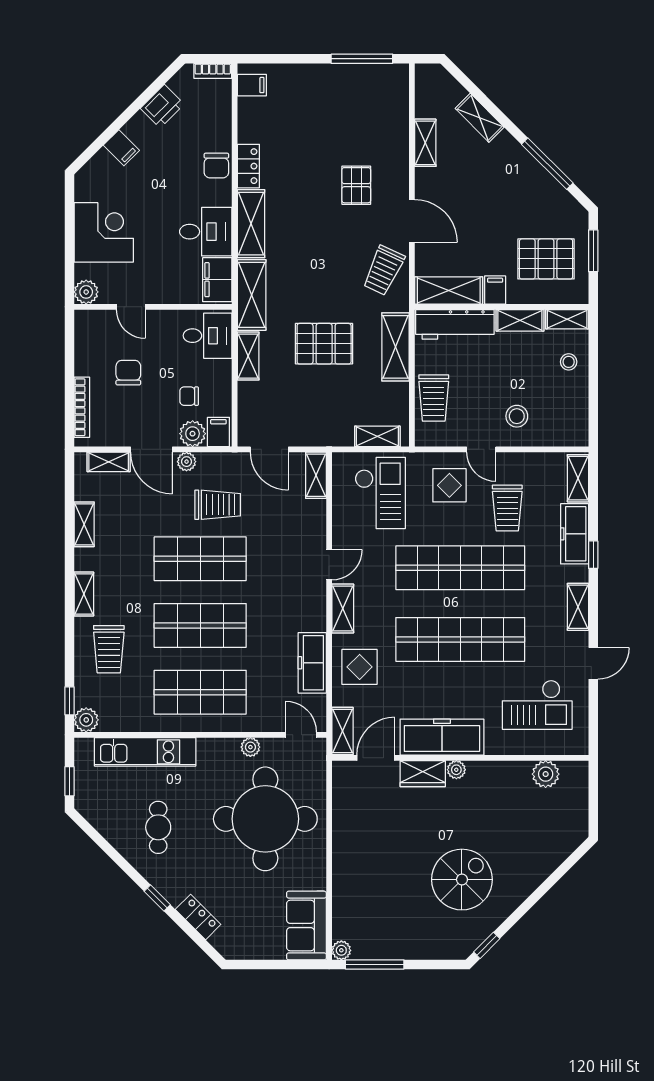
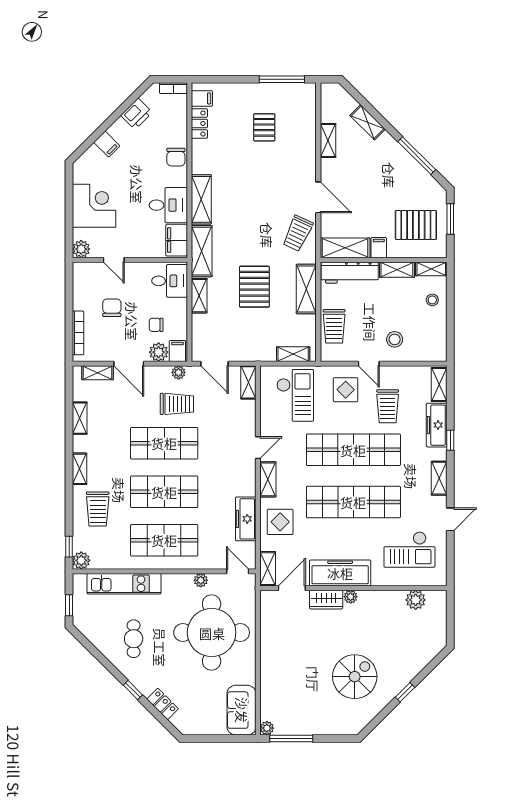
locker: (248, 166) -> (199, 123), moved
pallet: (356, 185) -> (264, 127), moved
pallet: (324, 344) -> (254, 287), turned 90
plant: (187, 462) -> (179, 372), moved
window: (487, 945) -> (405, 692), moved

